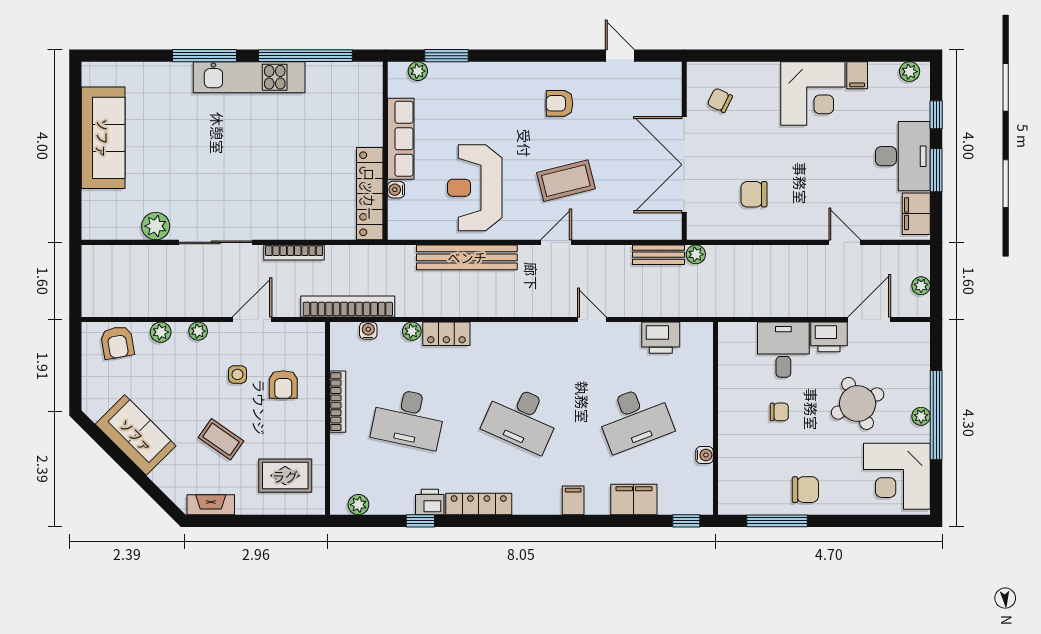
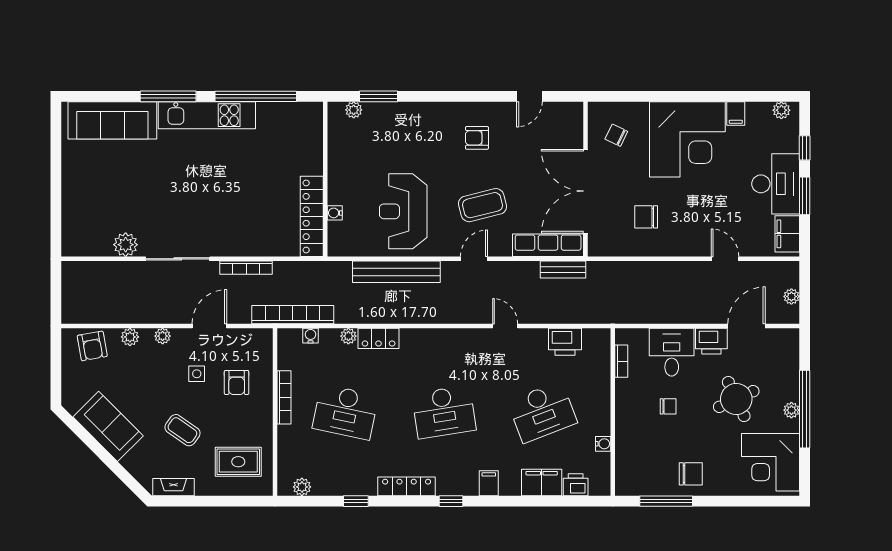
door: (620, 56) -> (529, 96), swing flipped
corner desk: (813, 94) -> (687, 139), width x1.36, depth x1.36
sofa: (103, 138) -> (112, 120), moved, turned 90
row of seats: (401, 139) -> (548, 245), moved, turned -90
plant: (696, 254) -> (596, 269), removed
bookcase: (725, 360) -> (621, 361), added
desk: (521, 418) -> (444, 412), turned -33
printer: (430, 502) -> (576, 485), moved
window: (686, 521) -> (451, 501), moved

